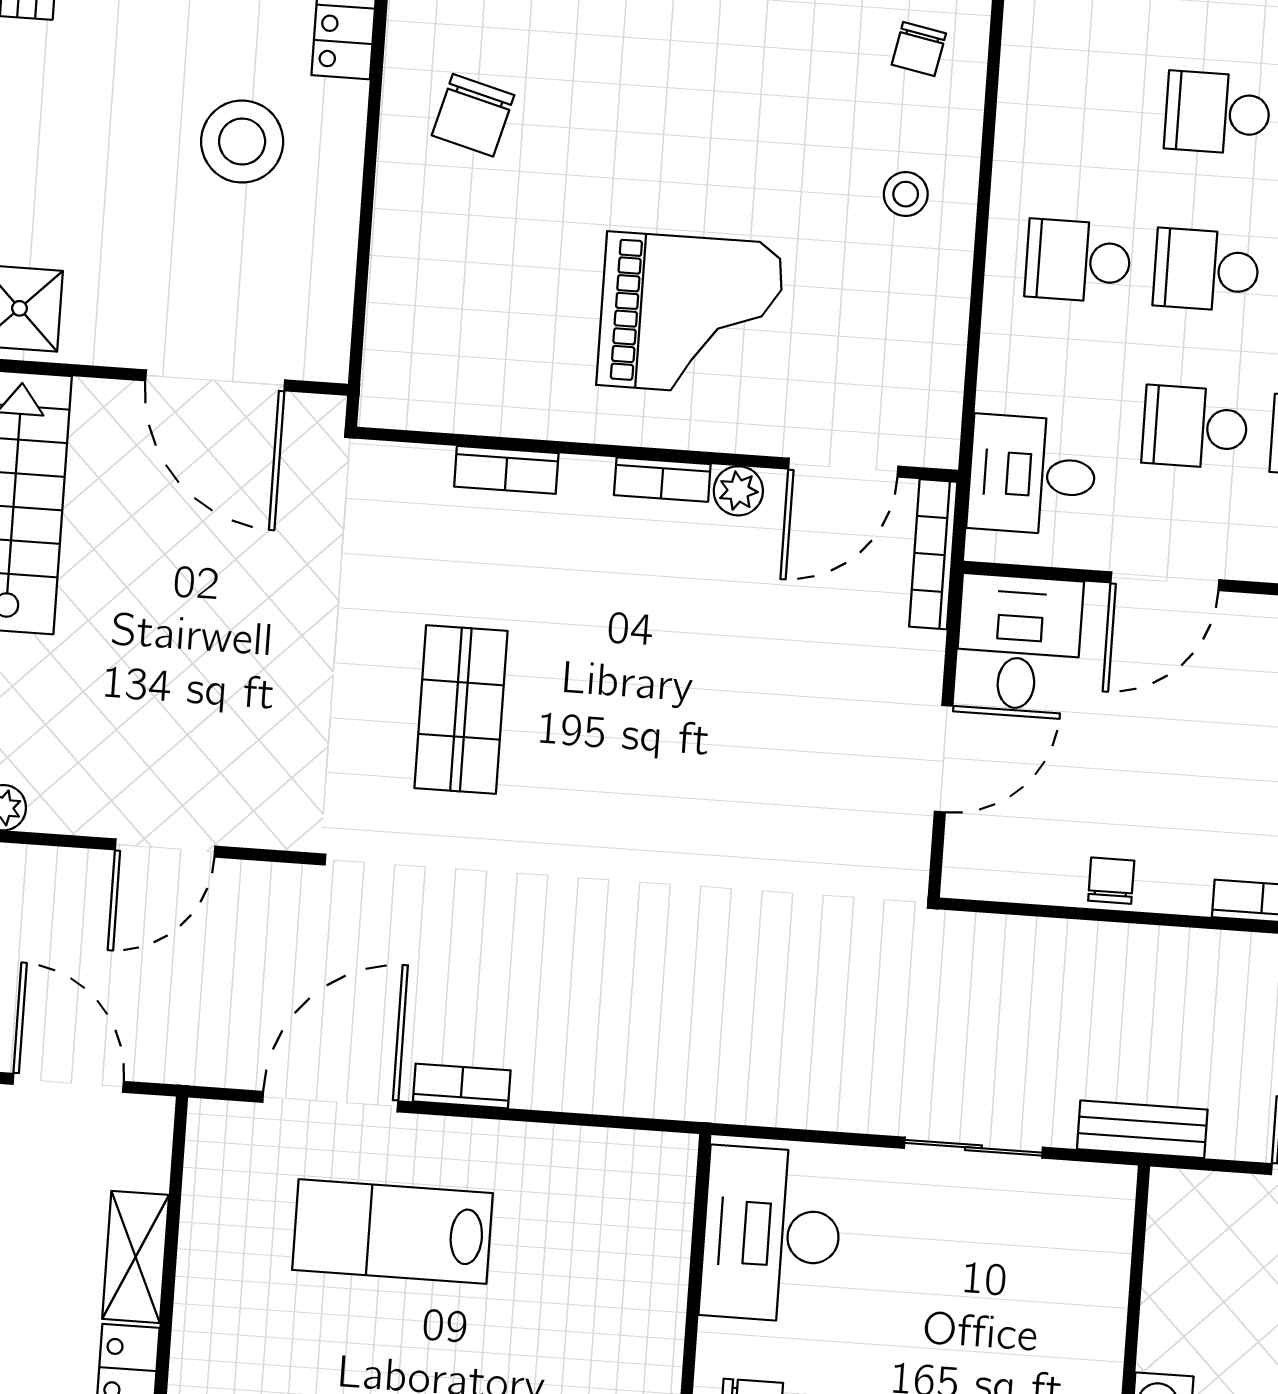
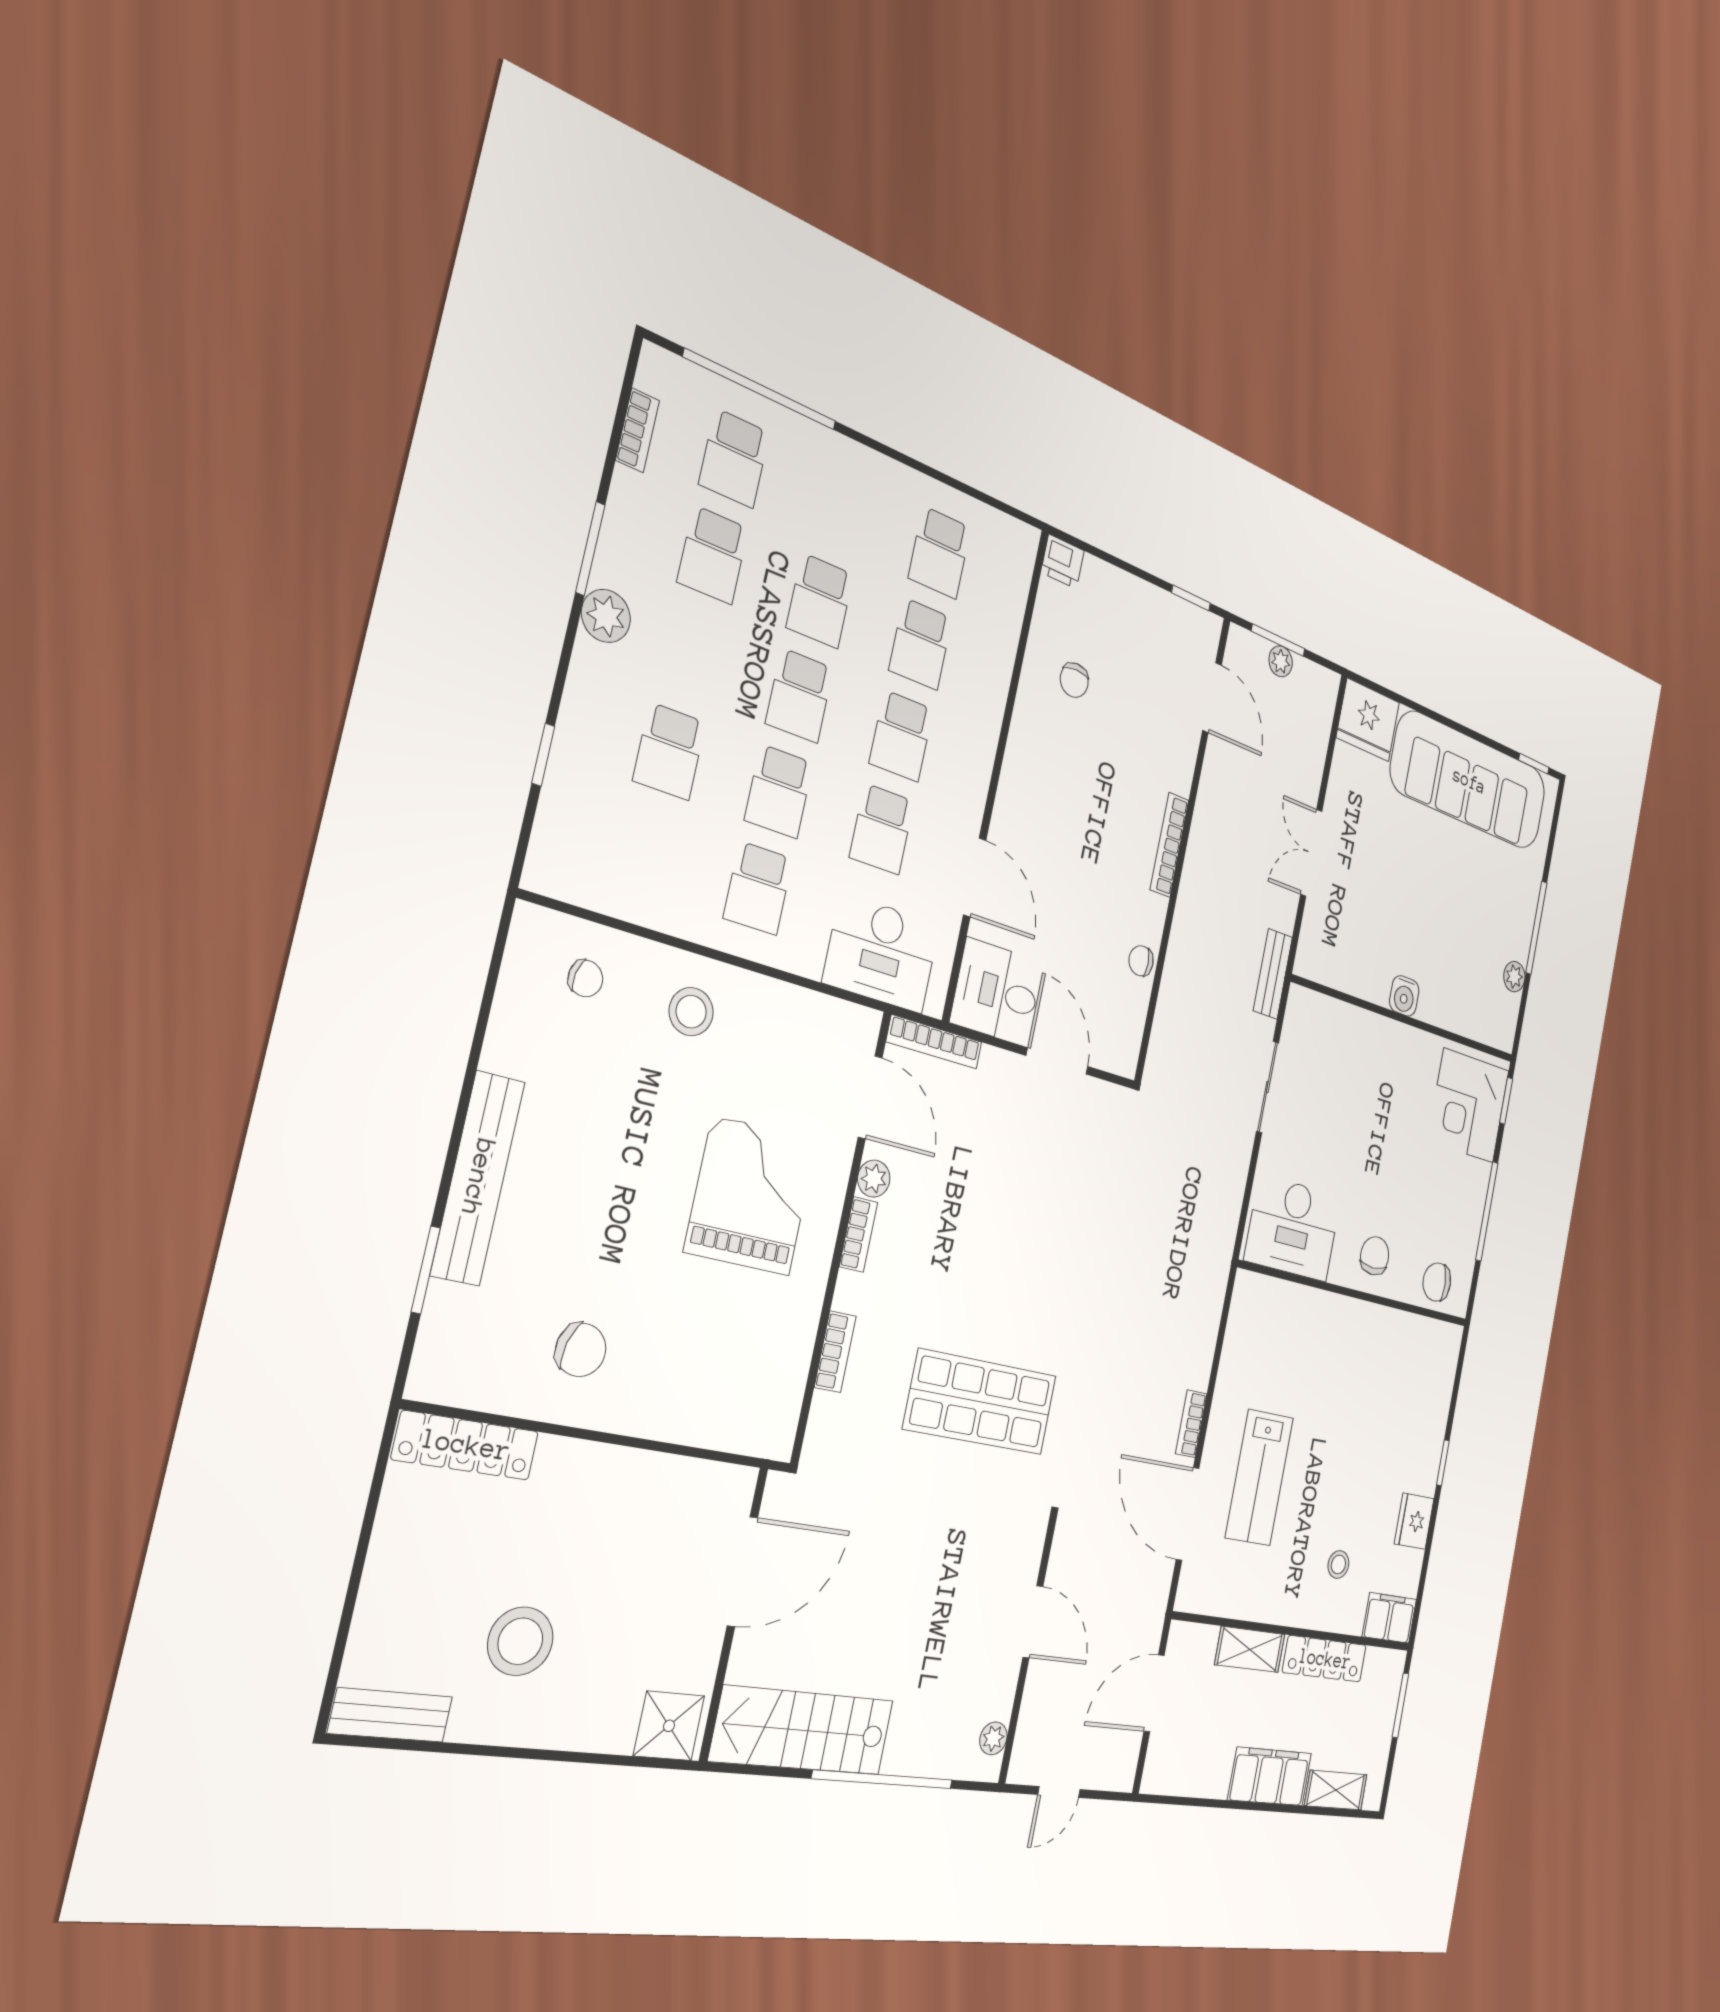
stool: (242, 142) -> (520, 1641), moved
stool: (906, 194) -> (691, 1012), width x1.37, depth x1.37
desk: (1032, 475) -> (881, 953), width x1.37
shop shelf: (461, 710) -> (981, 1402), width x1.43, depth x1.36

